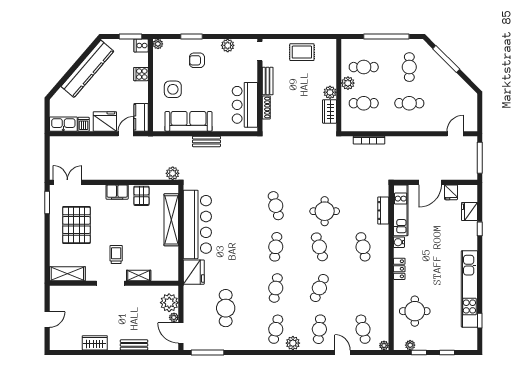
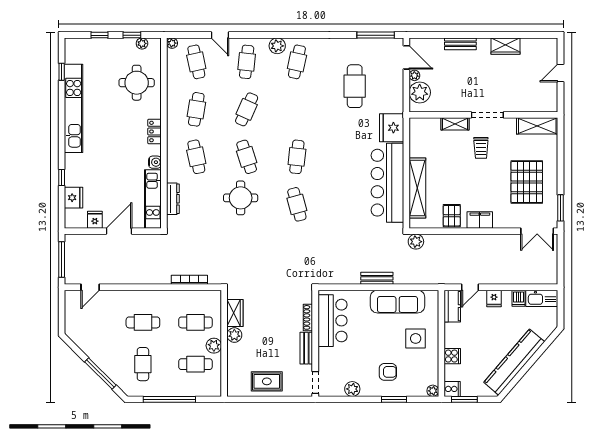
fridge: (105, 121) -> (494, 298), width x0.53, depth x0.75
cafe table: (276, 288) -> (196, 109), moved

